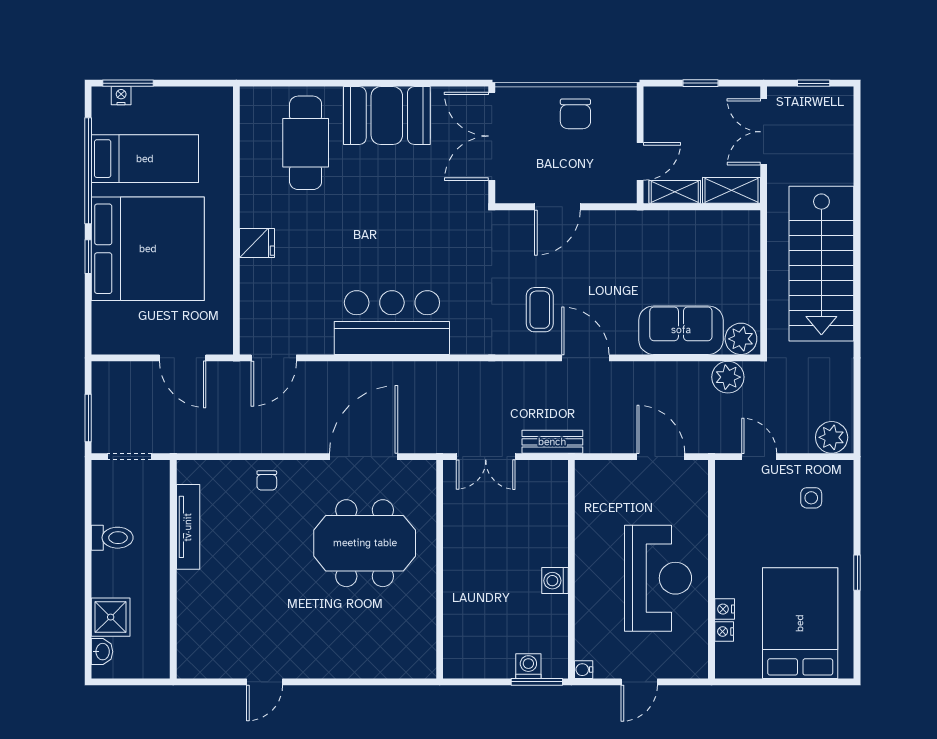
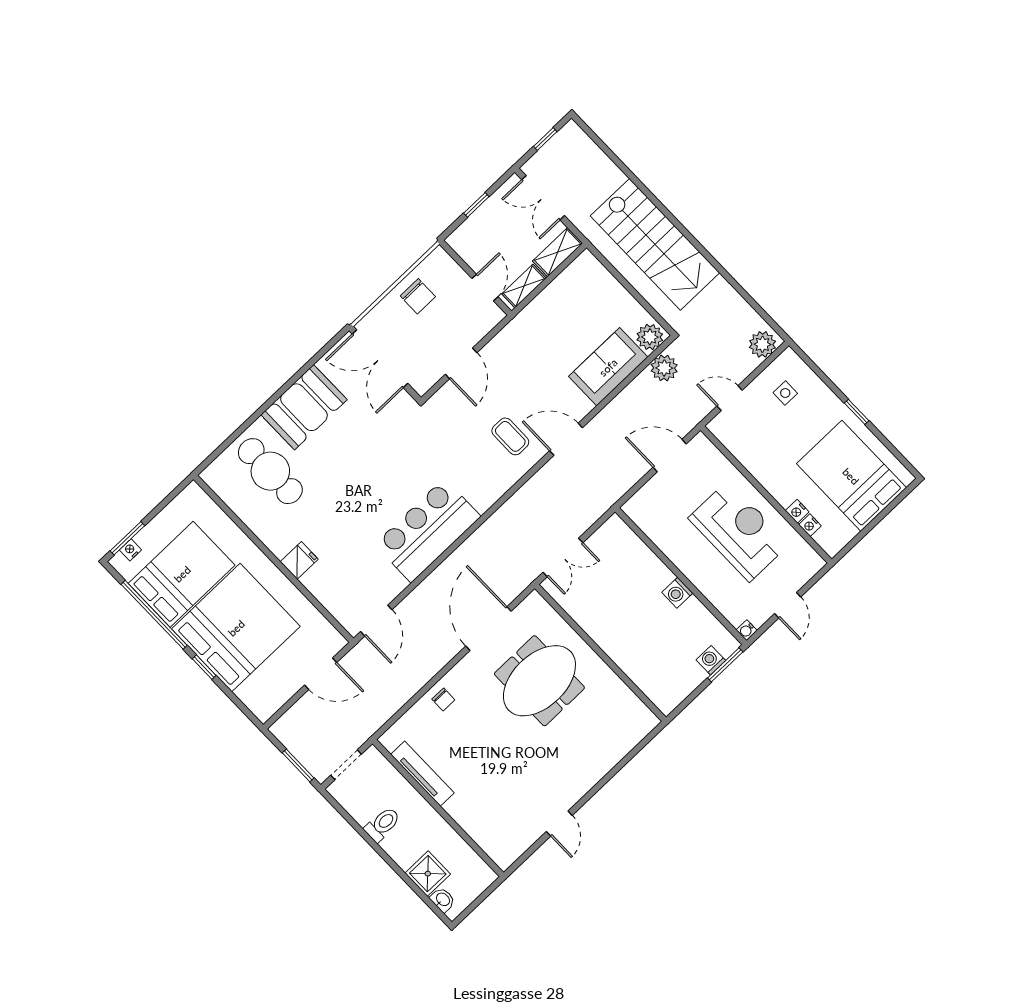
bed: (145, 159) -> (182, 574), width x1.50
bench: (552, 442) -> (595, 510), removed

